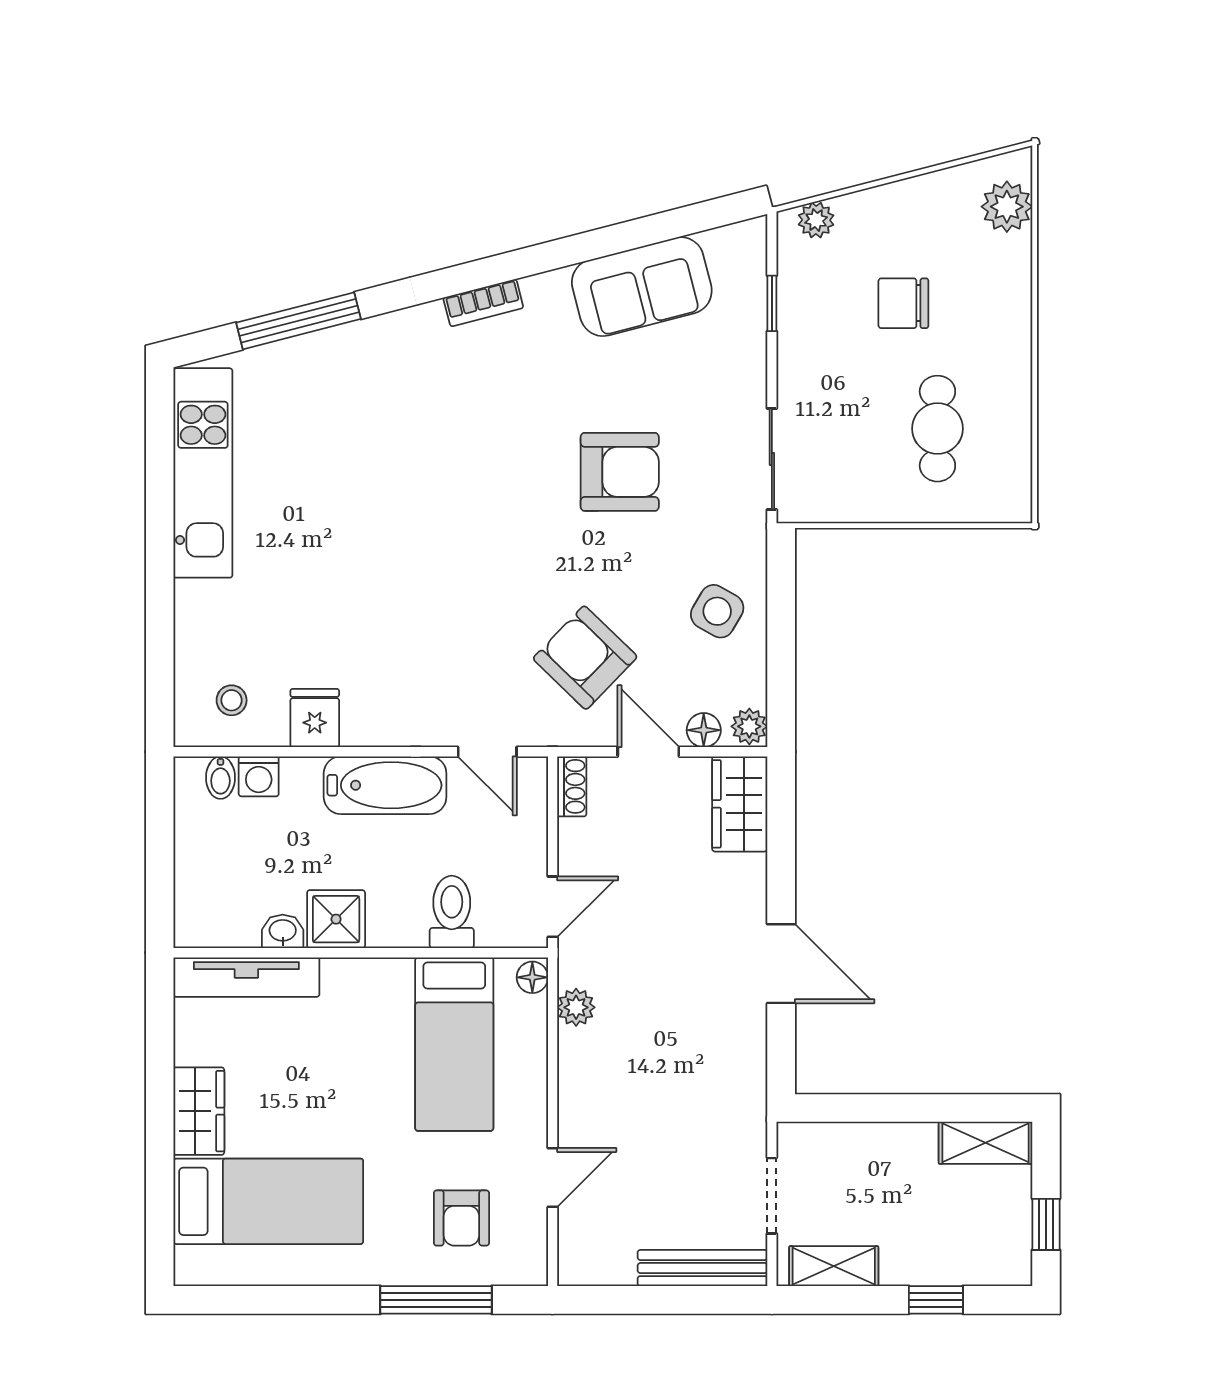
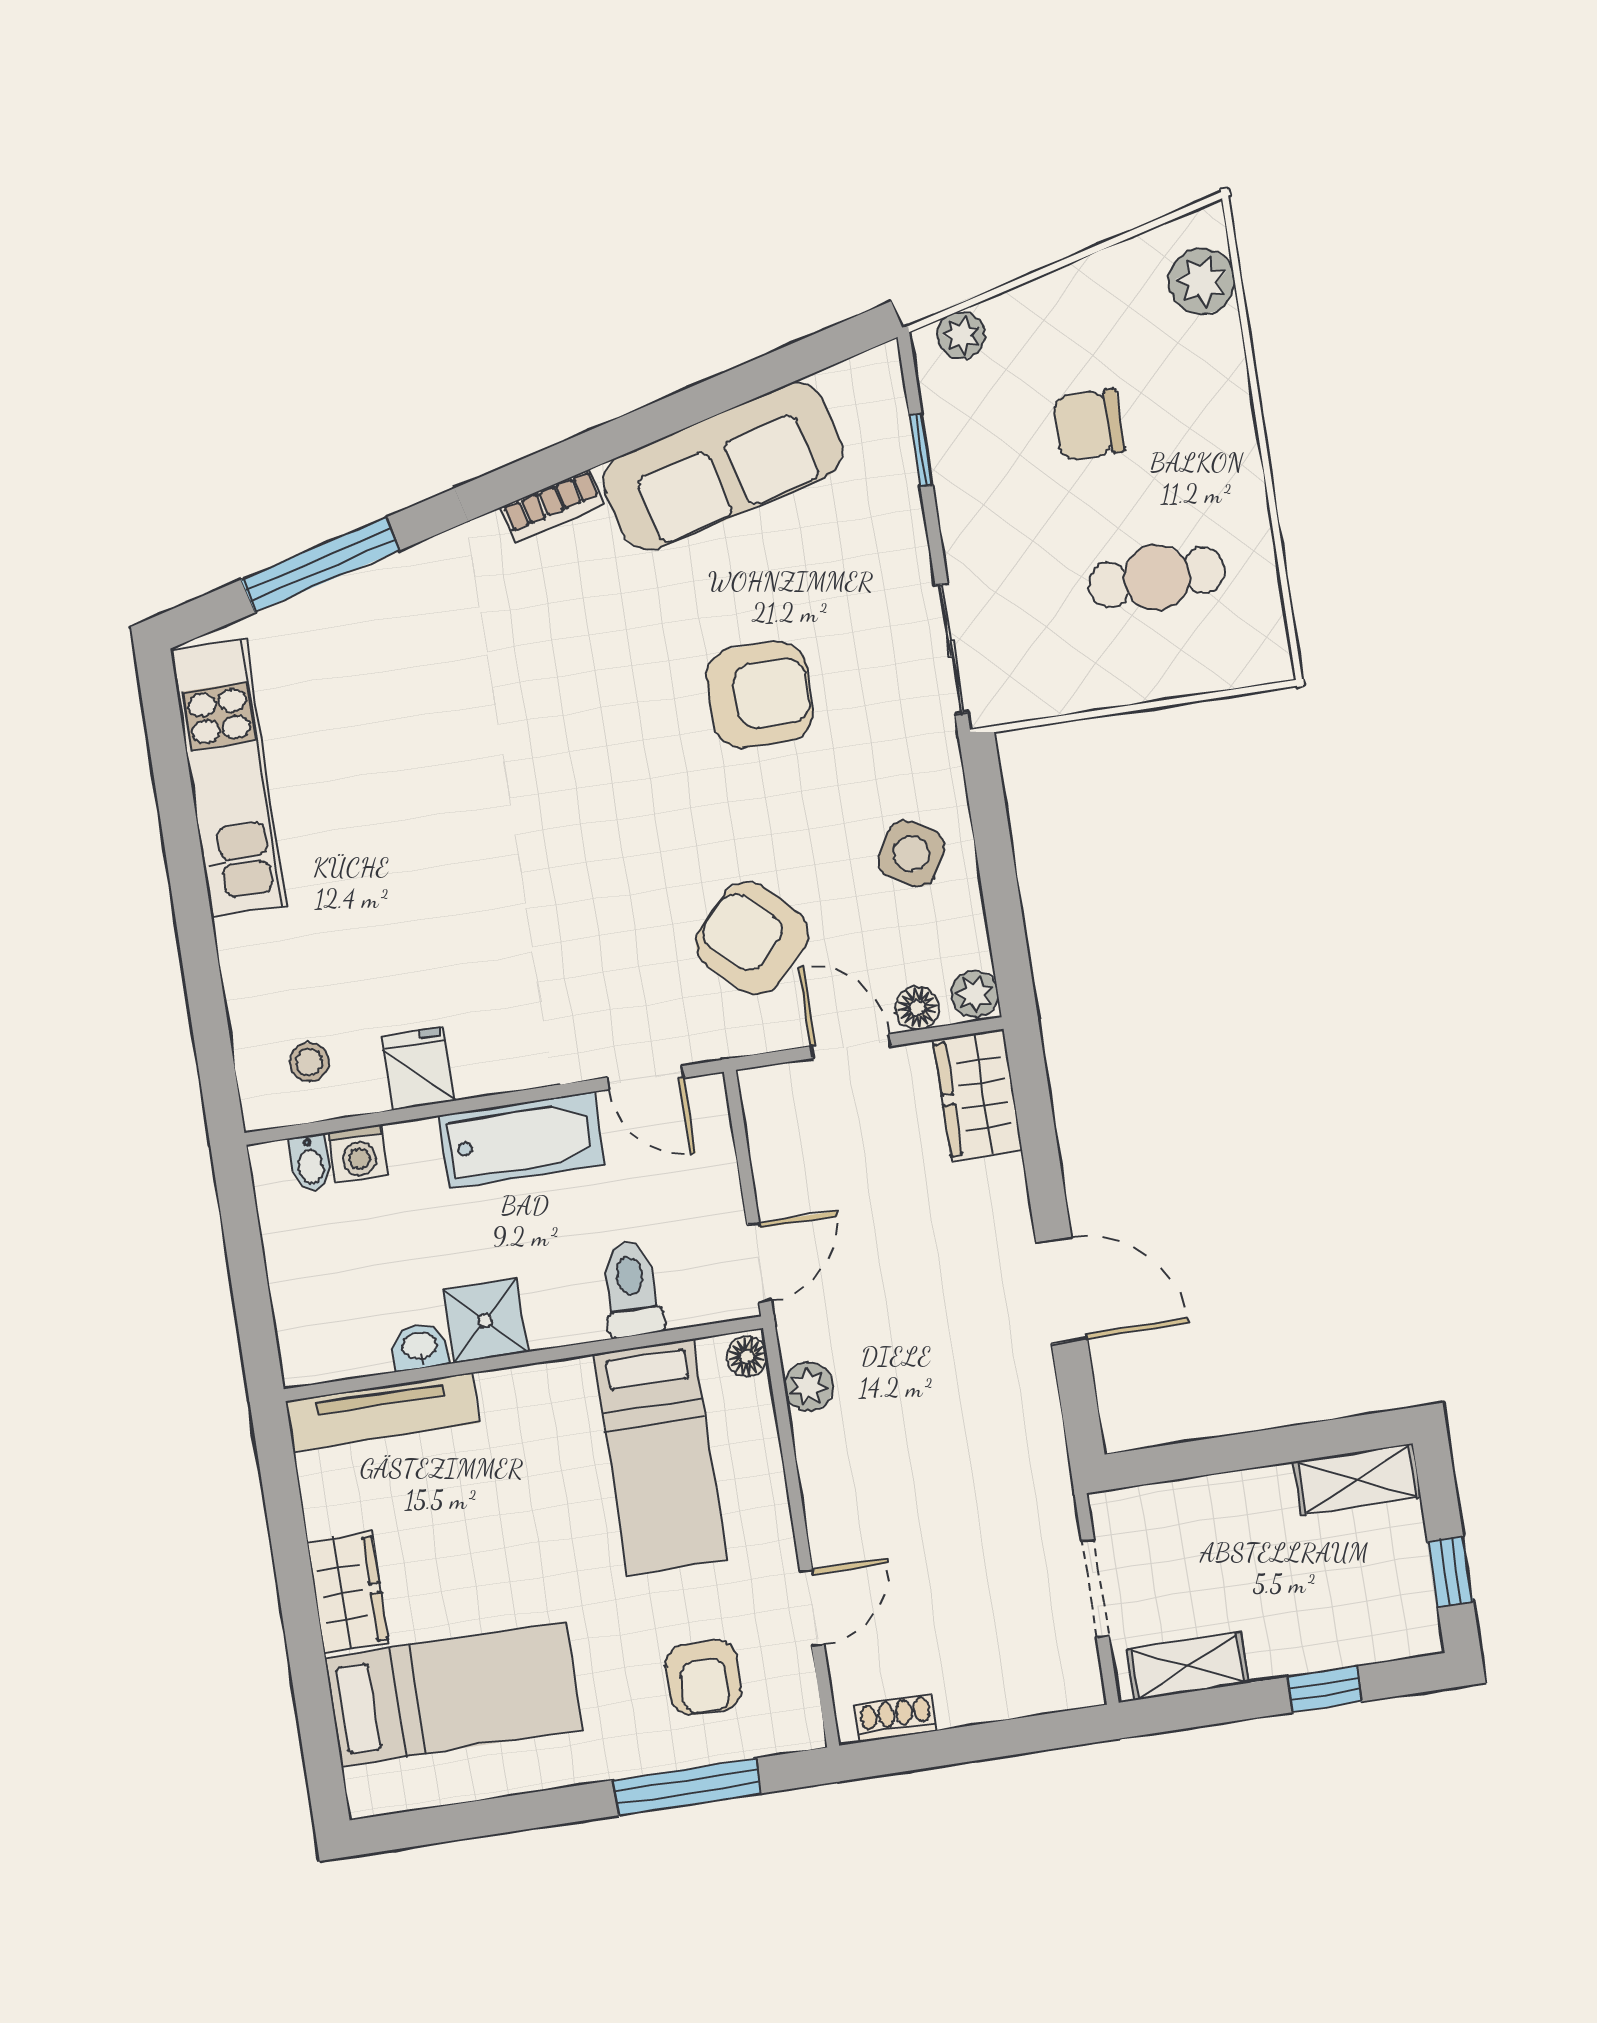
sofa: (642, 287) -> (723, 467), width x1.36
cafe table: (937, 429) -> (1157, 578), turned 90
shoe rack: (572, 786) -> (896, 1718), moved, turned -90
bench: (702, 1268) -> (1021, 1694), removed

